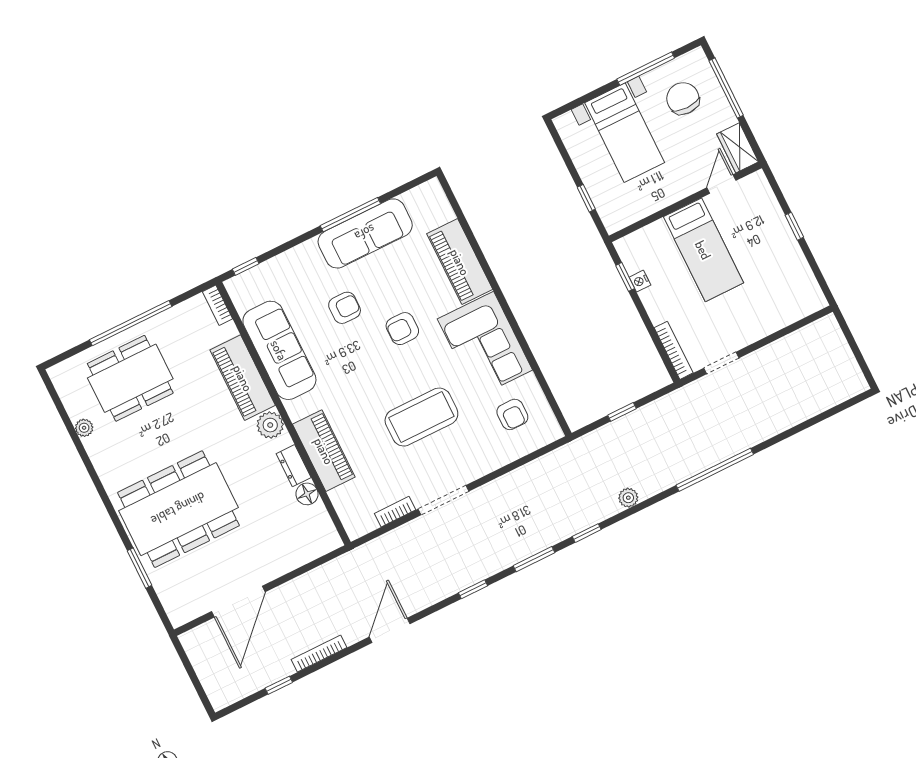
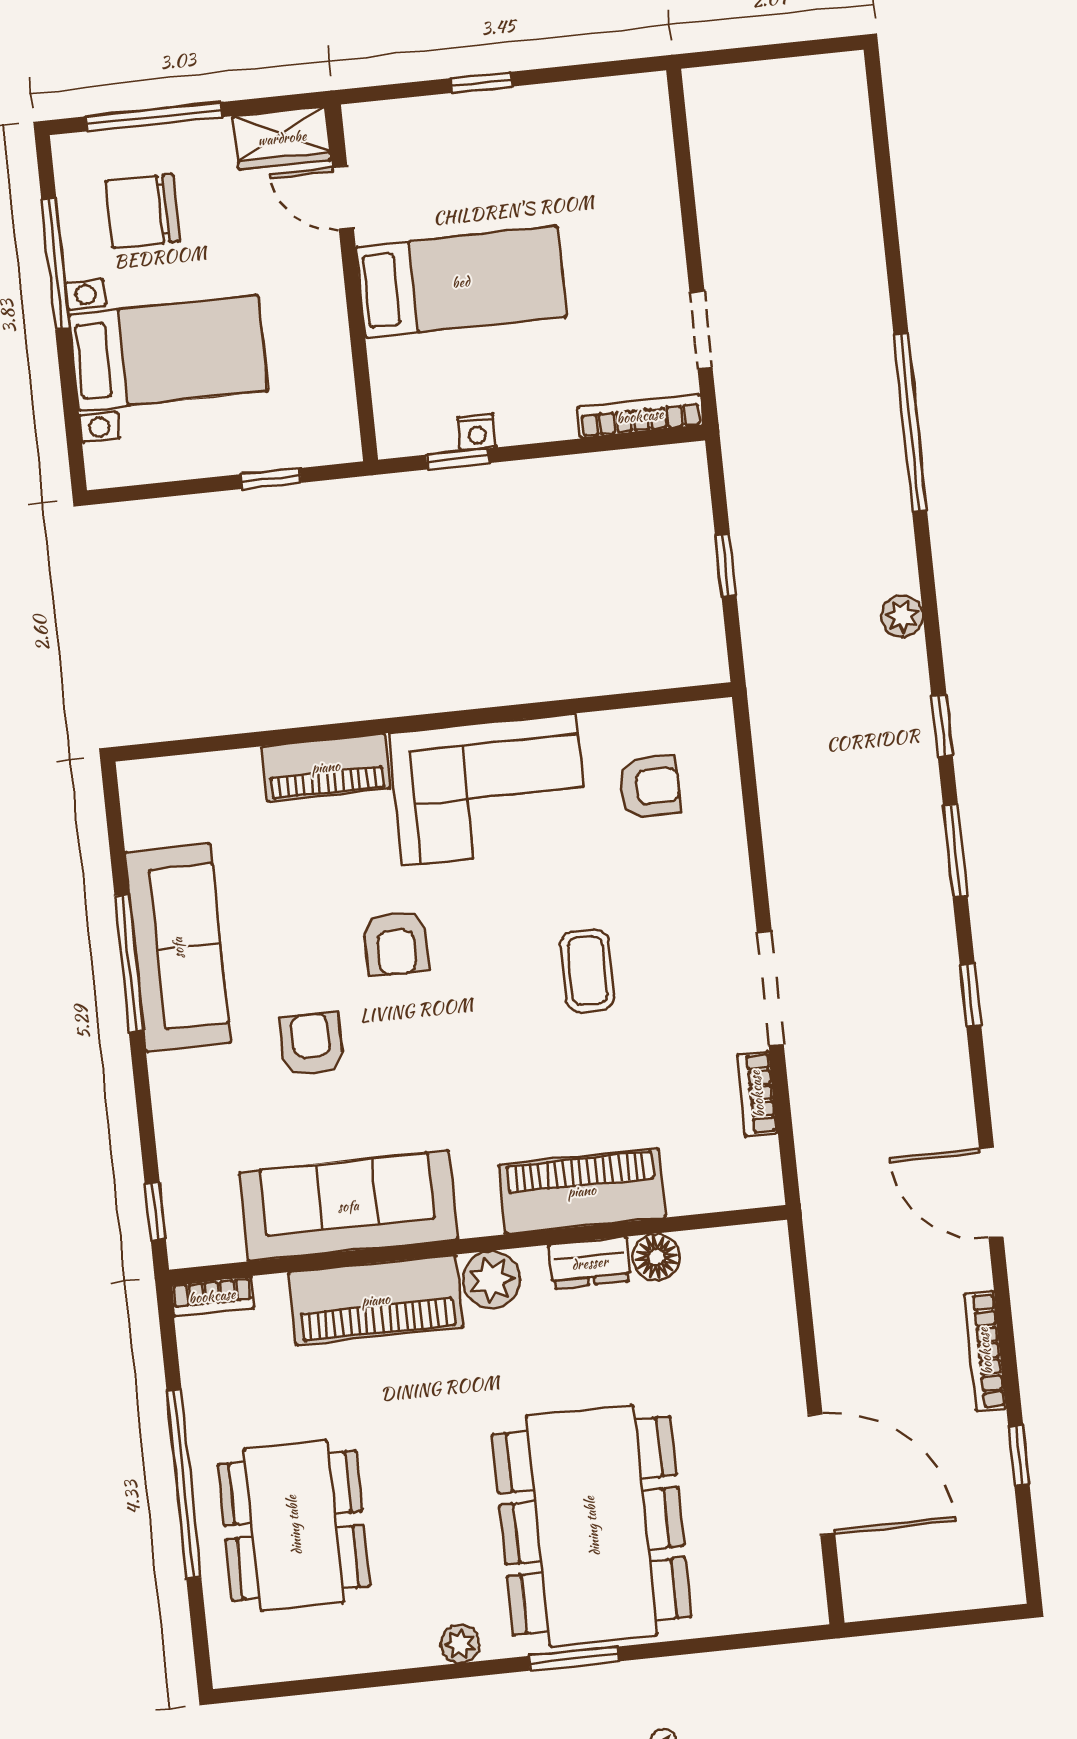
piano: (460, 262) -> (326, 767), width x0.73, depth x0.75
coffee table: (421, 417) -> (587, 971), width x0.54, depth x0.58
plant: (84, 428) -> (460, 1644), moved
window: (140, 568) -> (574, 1659), moved

